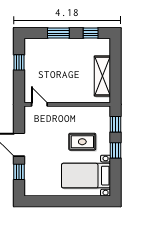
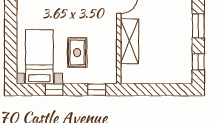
shelving: (102, 76) -> (129, 41), moved, turned 90
window: (116, 150) -> (54, 90), moved

